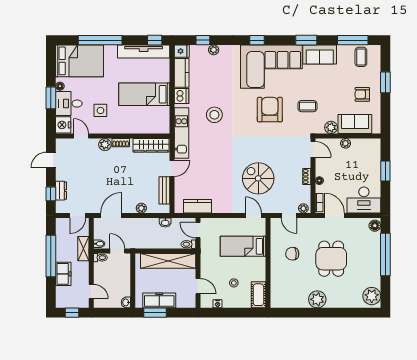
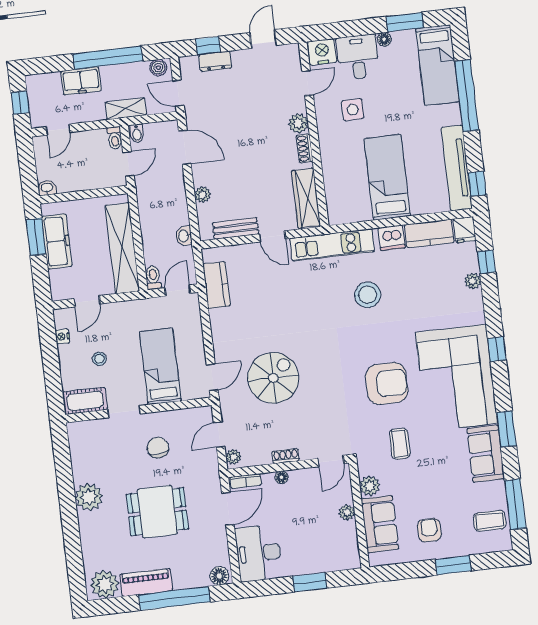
bed: (80, 61) -> (438, 65), width x0.67
window: (51, 98) -> (405, 22), moved
door: (51, 160) -> (263, 39), hinge flipped
boiler: (61, 226) -> (158, 68), added
piano: (374, 271) -> (146, 582), added
doorway: (268, 272) -> (124, 412), added

